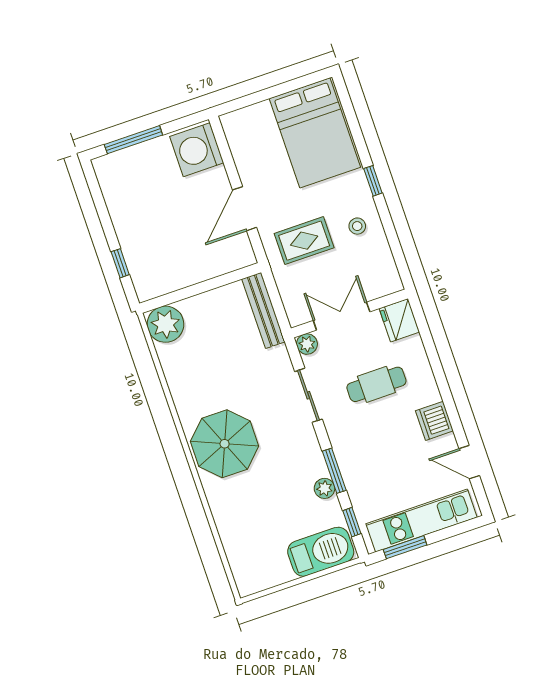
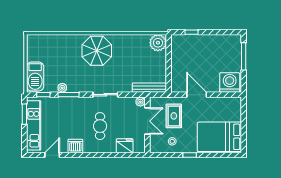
wall: (349, 313) -> (147, 125), moved
double door: (342, 316) -> (147, 121), moved
plant: (307, 344) -> (140, 102), moved

